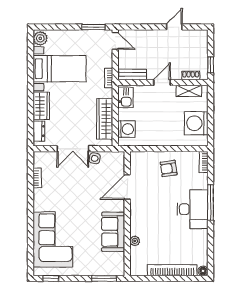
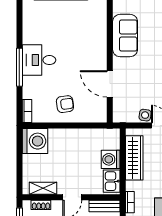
washing machine: (196, 123) -> (35, 141), moved
washing machine: (126, 129) -> (111, 159), moved
door: (127, 187) -> (110, 84), swing flipped
desk: (193, 209) -> (39, 60), width x0.73
plant: (135, 241) -> (102, 26), removed

